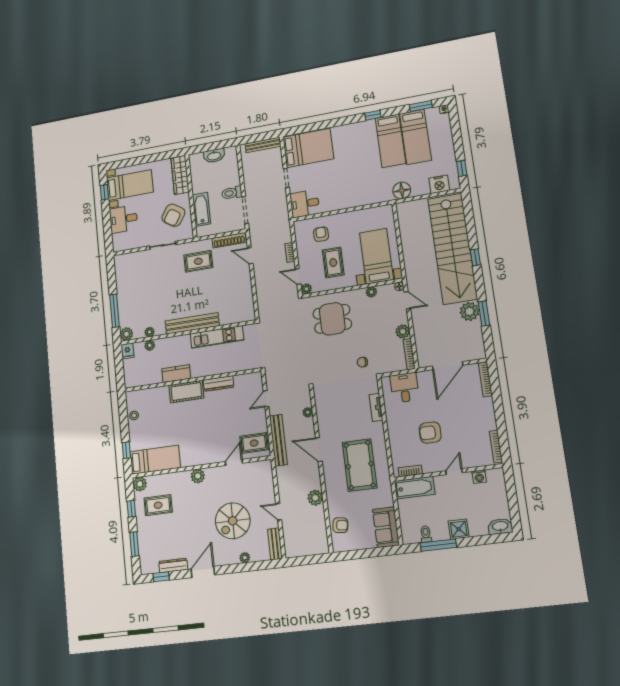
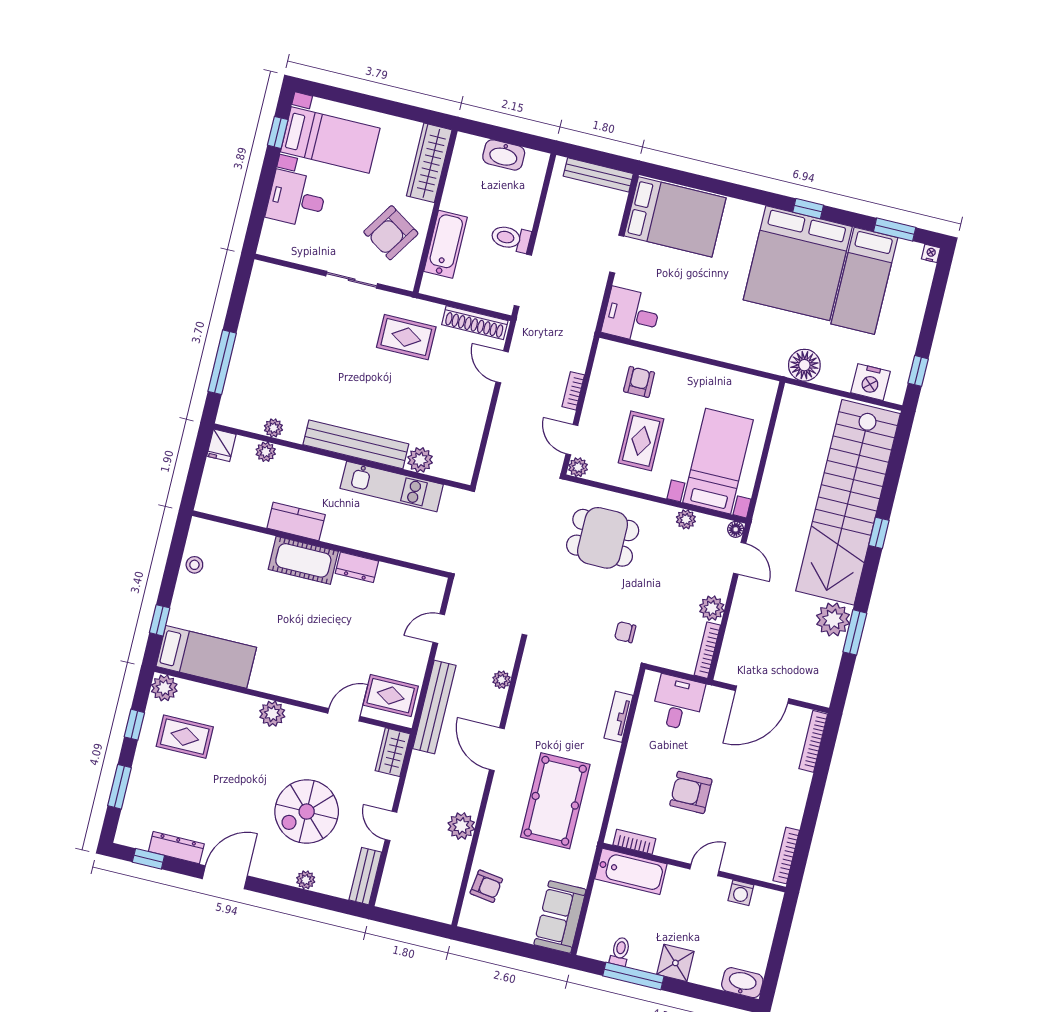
bed: (390, 141) -> (798, 263), width x2.04
plant: (126, 334) -> (420, 460), moved
dresser: (218, 384) -> (357, 567), width x0.70
wardrobe: (266, 472) -> (393, 752), added

